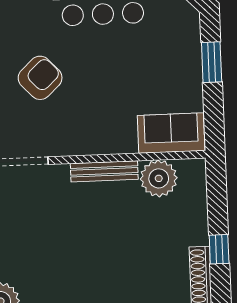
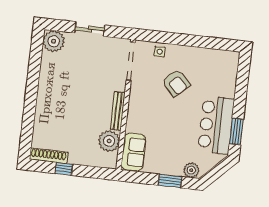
plant: (187, 28) -> (191, 170), added

